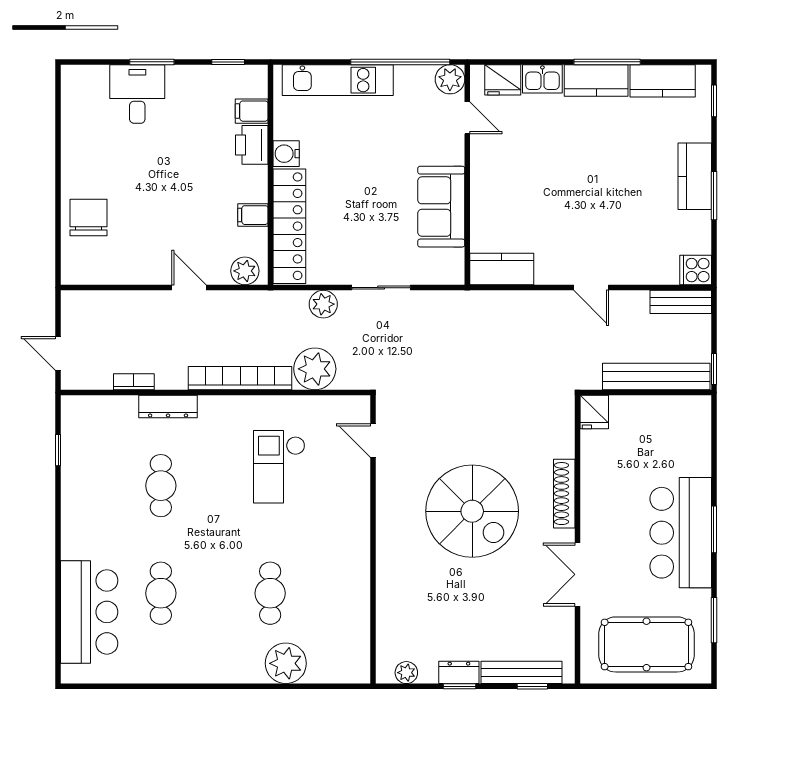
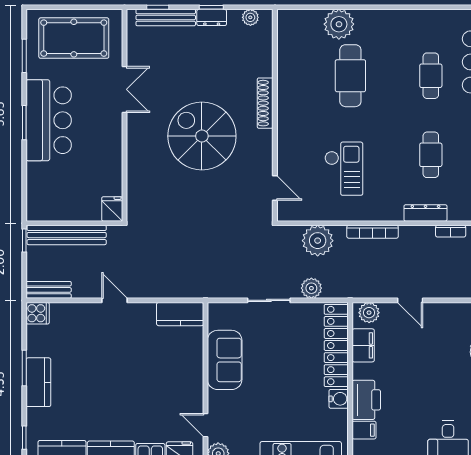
printer: (252, 145) -> (366, 400), width x1.37, depth x1.19
filing cabinet: (253, 215) -> (363, 345), width x2.00
bookcase: (240, 378) -> (373, 232), width x0.68, depth x0.76
shoe rack: (564, 494) -> (265, 103), moved, turned 180
cafe table: (270, 593) -> (350, 76), width x1.37, depth x1.35

